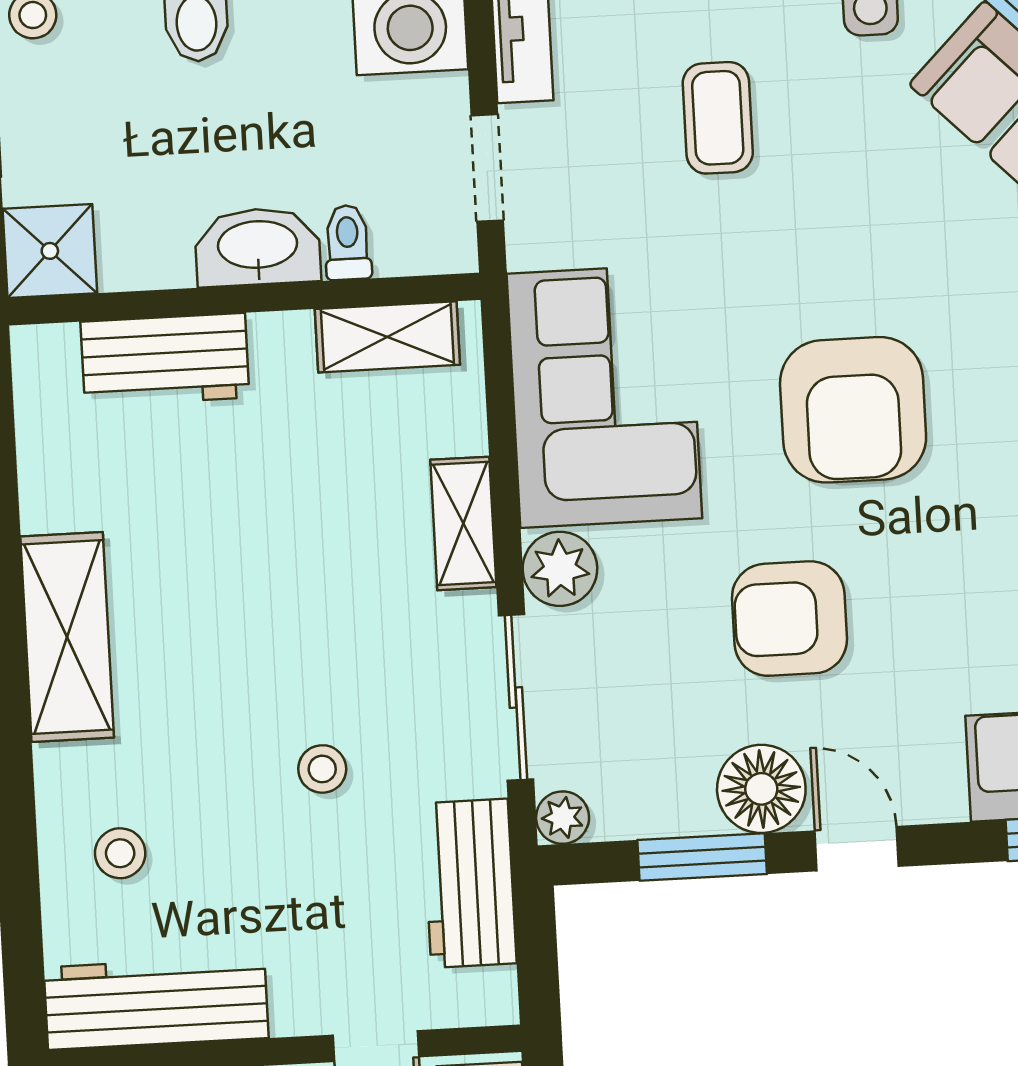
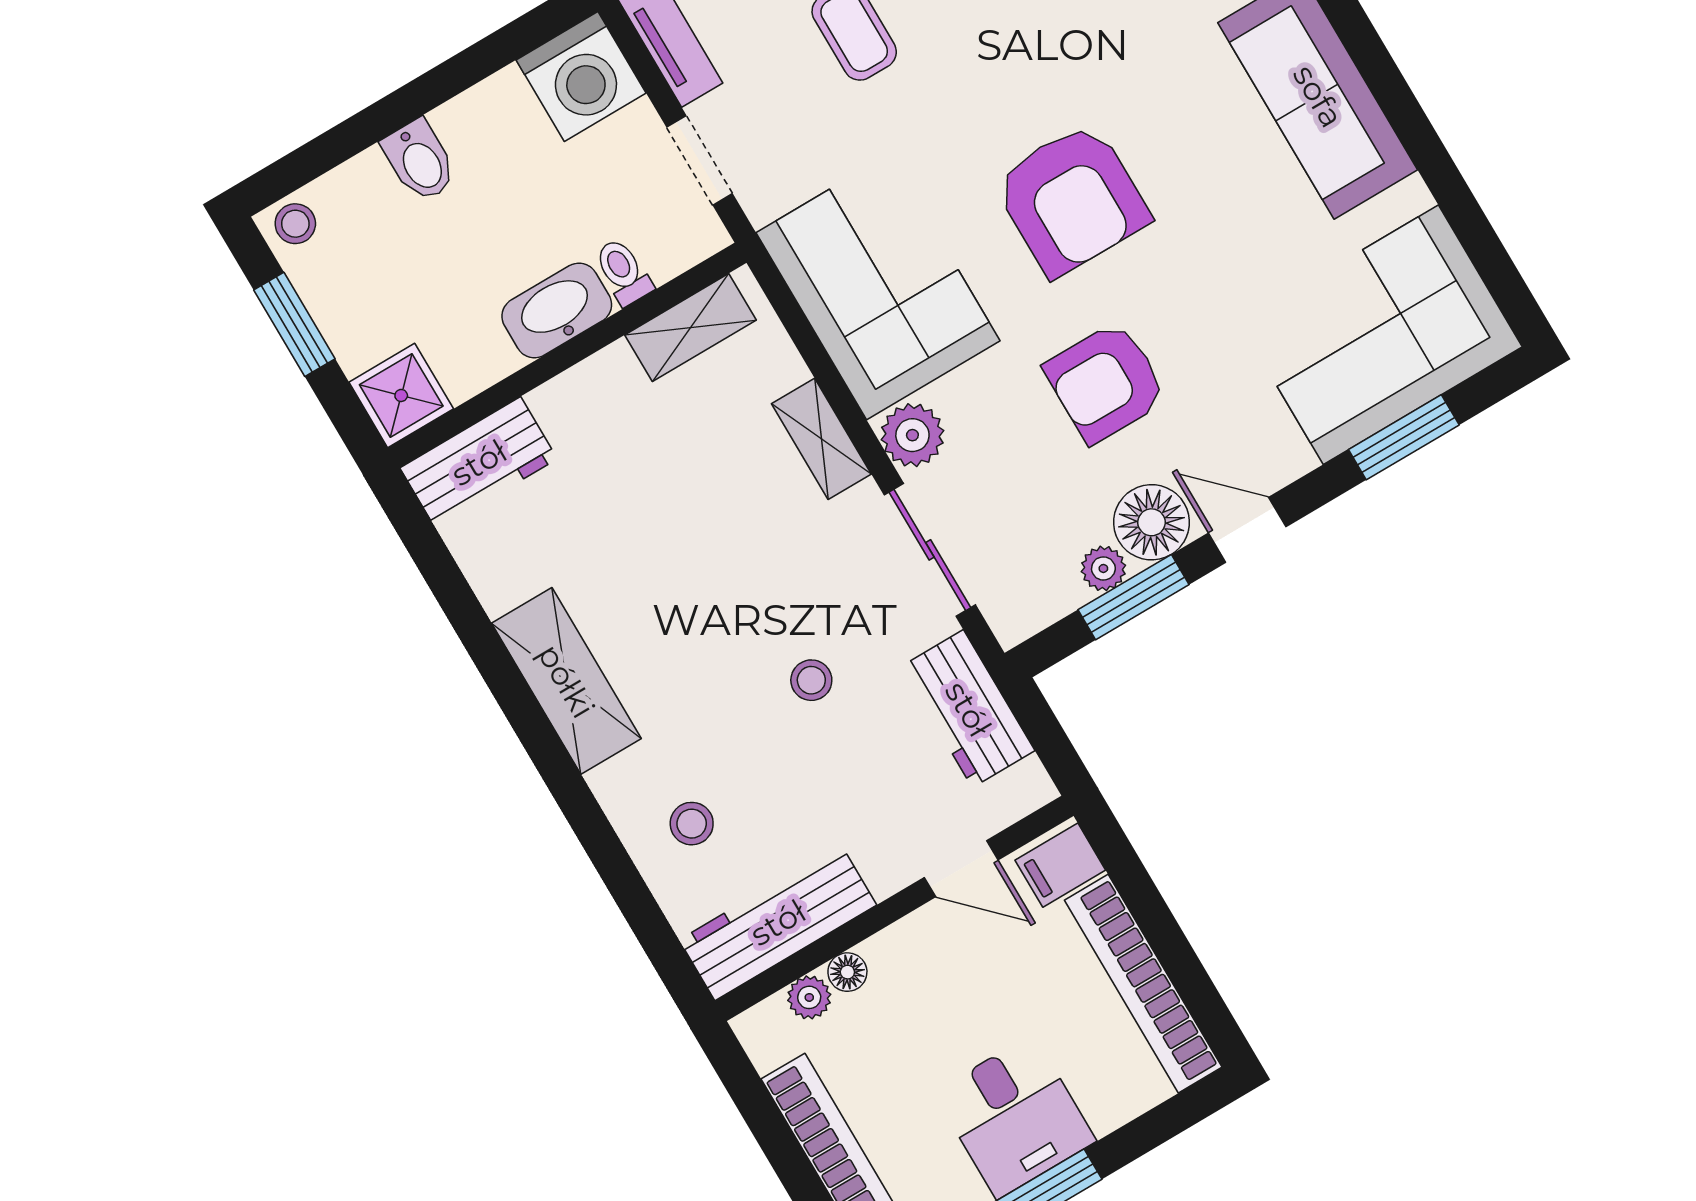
workbench: (165, 360) -> (479, 463), moved
plant: (563, 818) -> (1103, 568), moved

